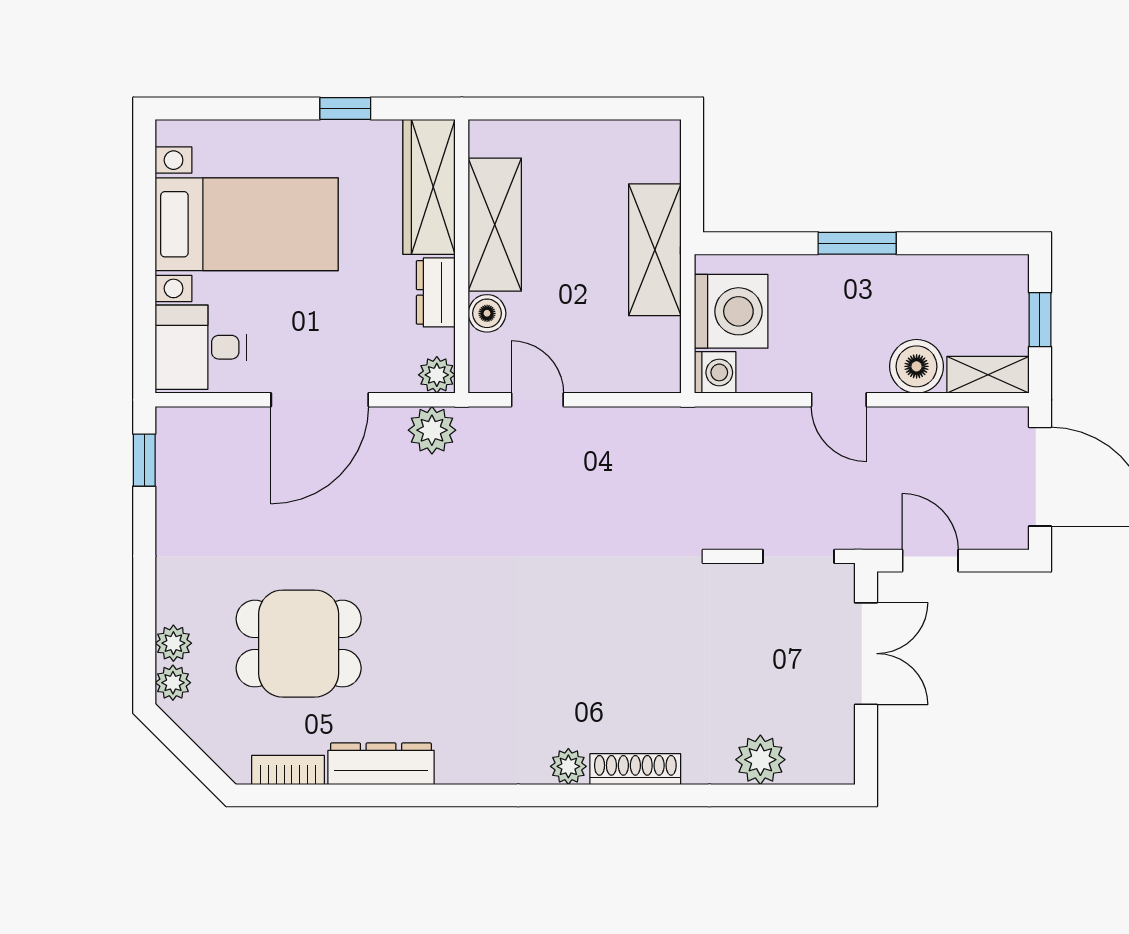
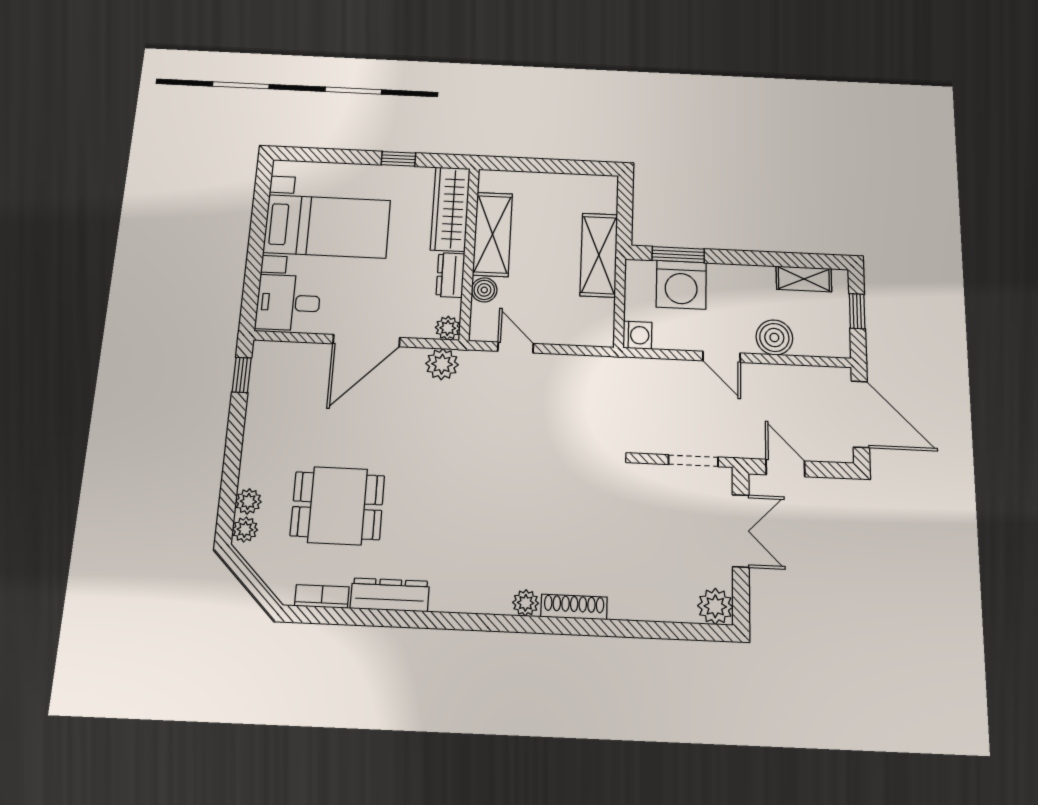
window: (857, 243) -> (678, 255), moved
washing machine: (731, 311) -> (681, 285), moved, turned 90
shelving: (988, 375) -> (804, 279), moved
plant: (760, 760) -> (715, 606), moved

